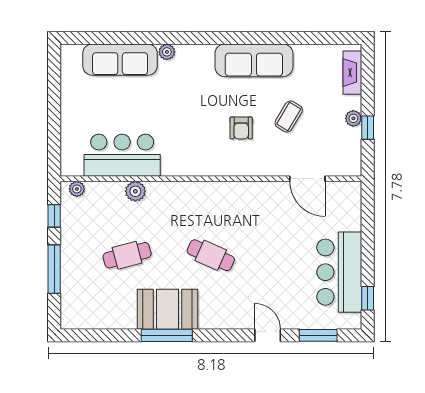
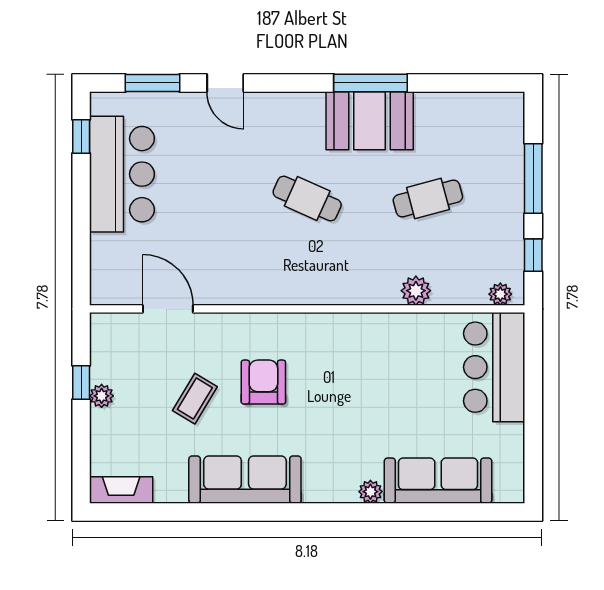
fireplace: (352, 73) -> (121, 490), moved, turned -90
armchair: (241, 128) -> (263, 382), width x1.38, depth x1.38
bar counter: (122, 155) -> (494, 367), moved, turned 90

